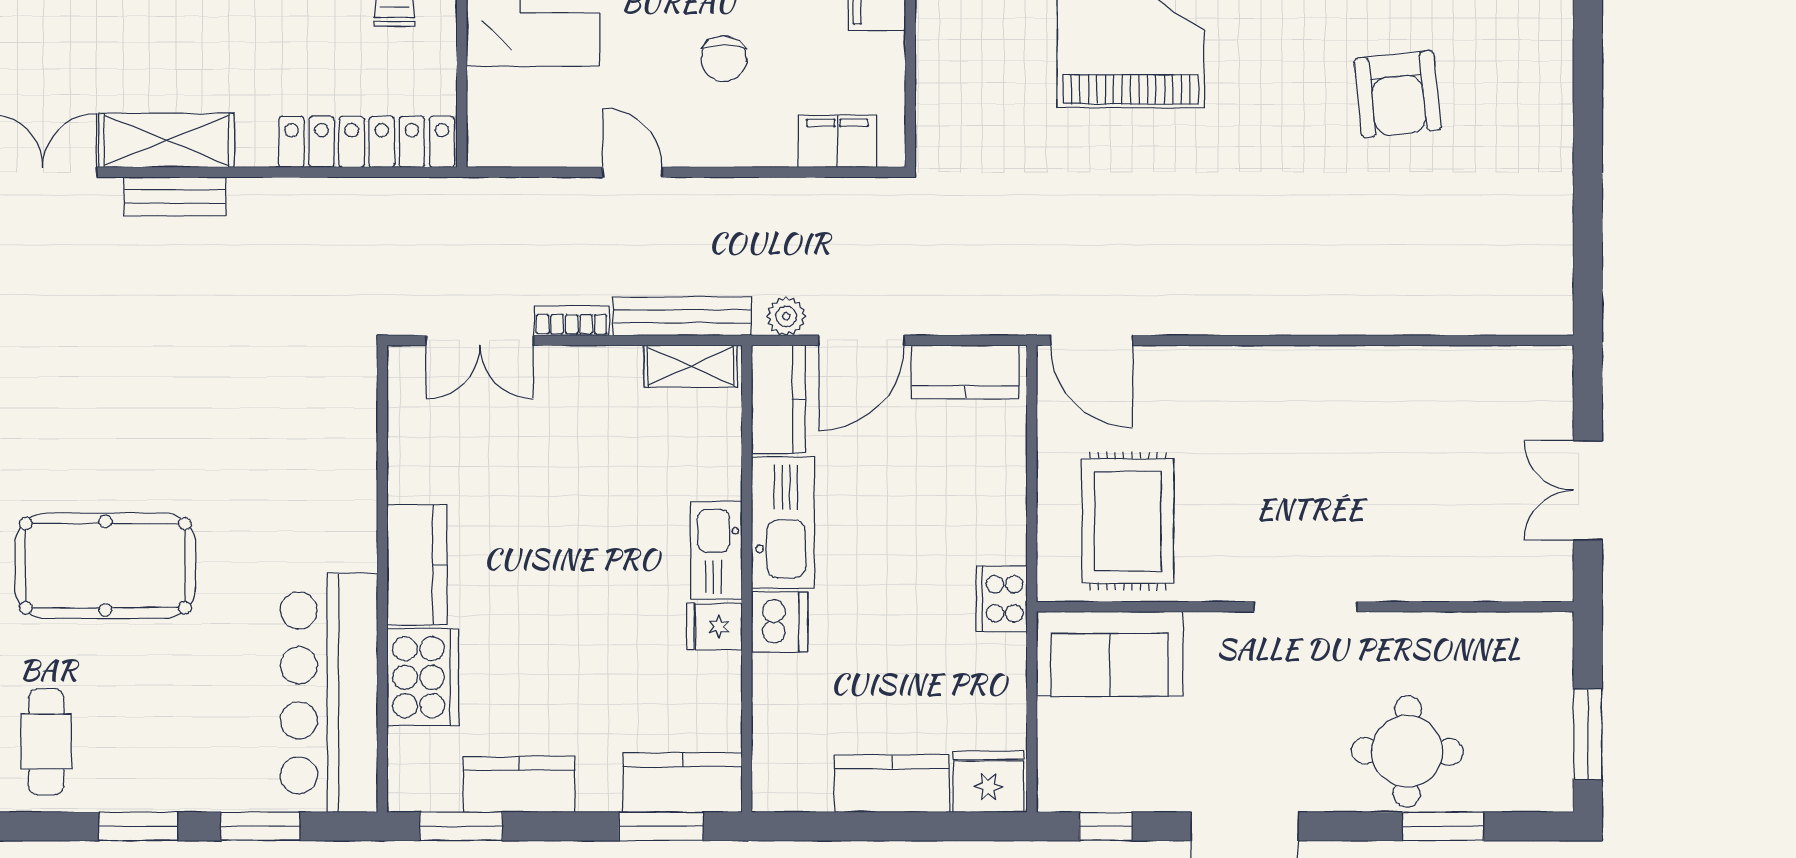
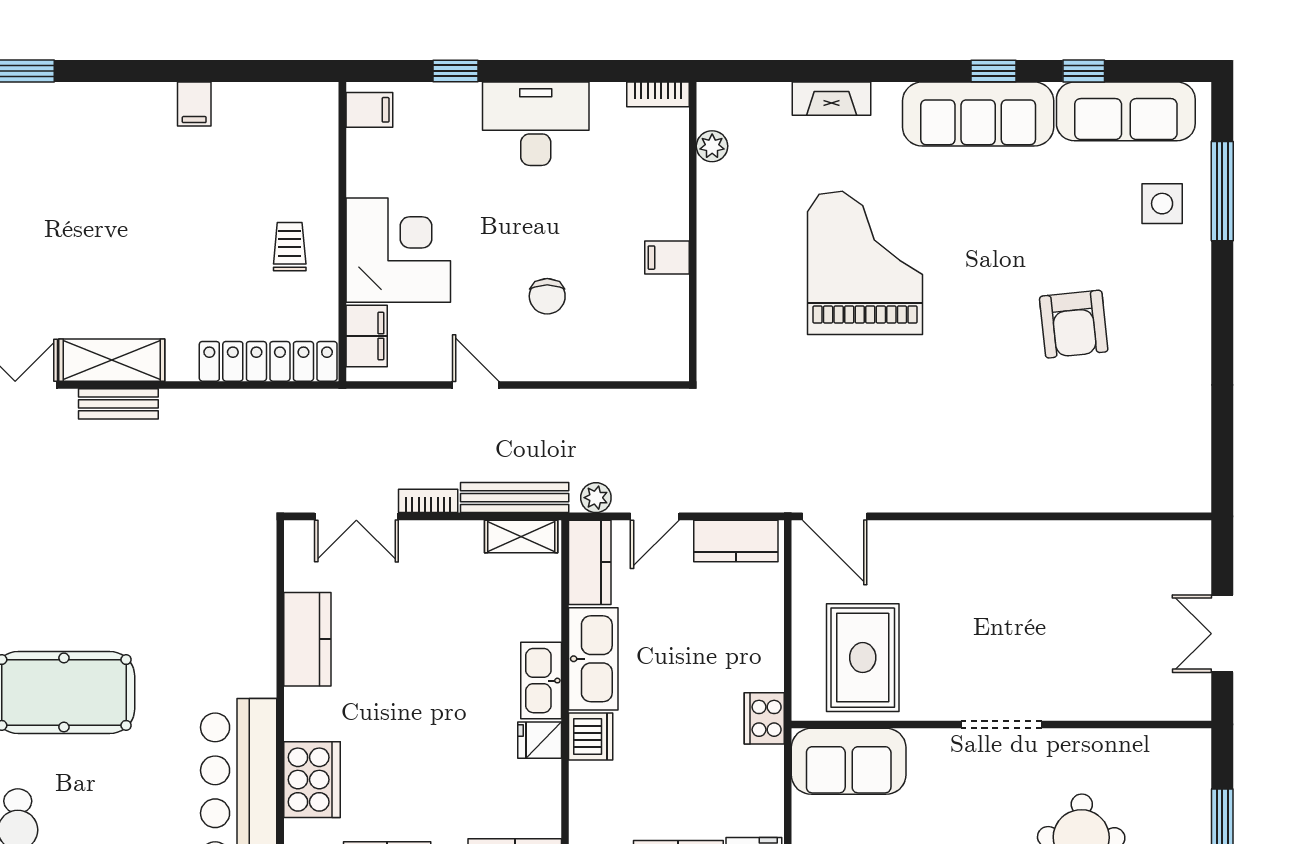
filing cabinet: (837, 141) -> (367, 336), moved, turned 90
door: (862, 340) -> (655, 516), width x0.73
kitchen counter: (417, 565) -> (307, 639), moved

